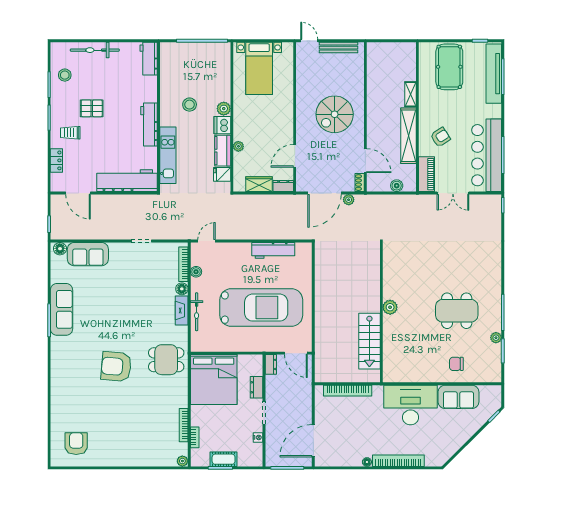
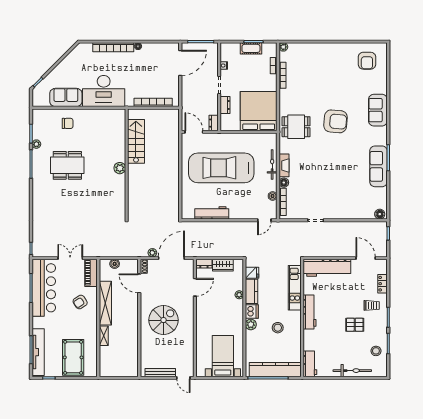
kitchen counter: (193, 51) -> (275, 370), added
sofa: (88, 254) -> (378, 110), moved, turned -90

